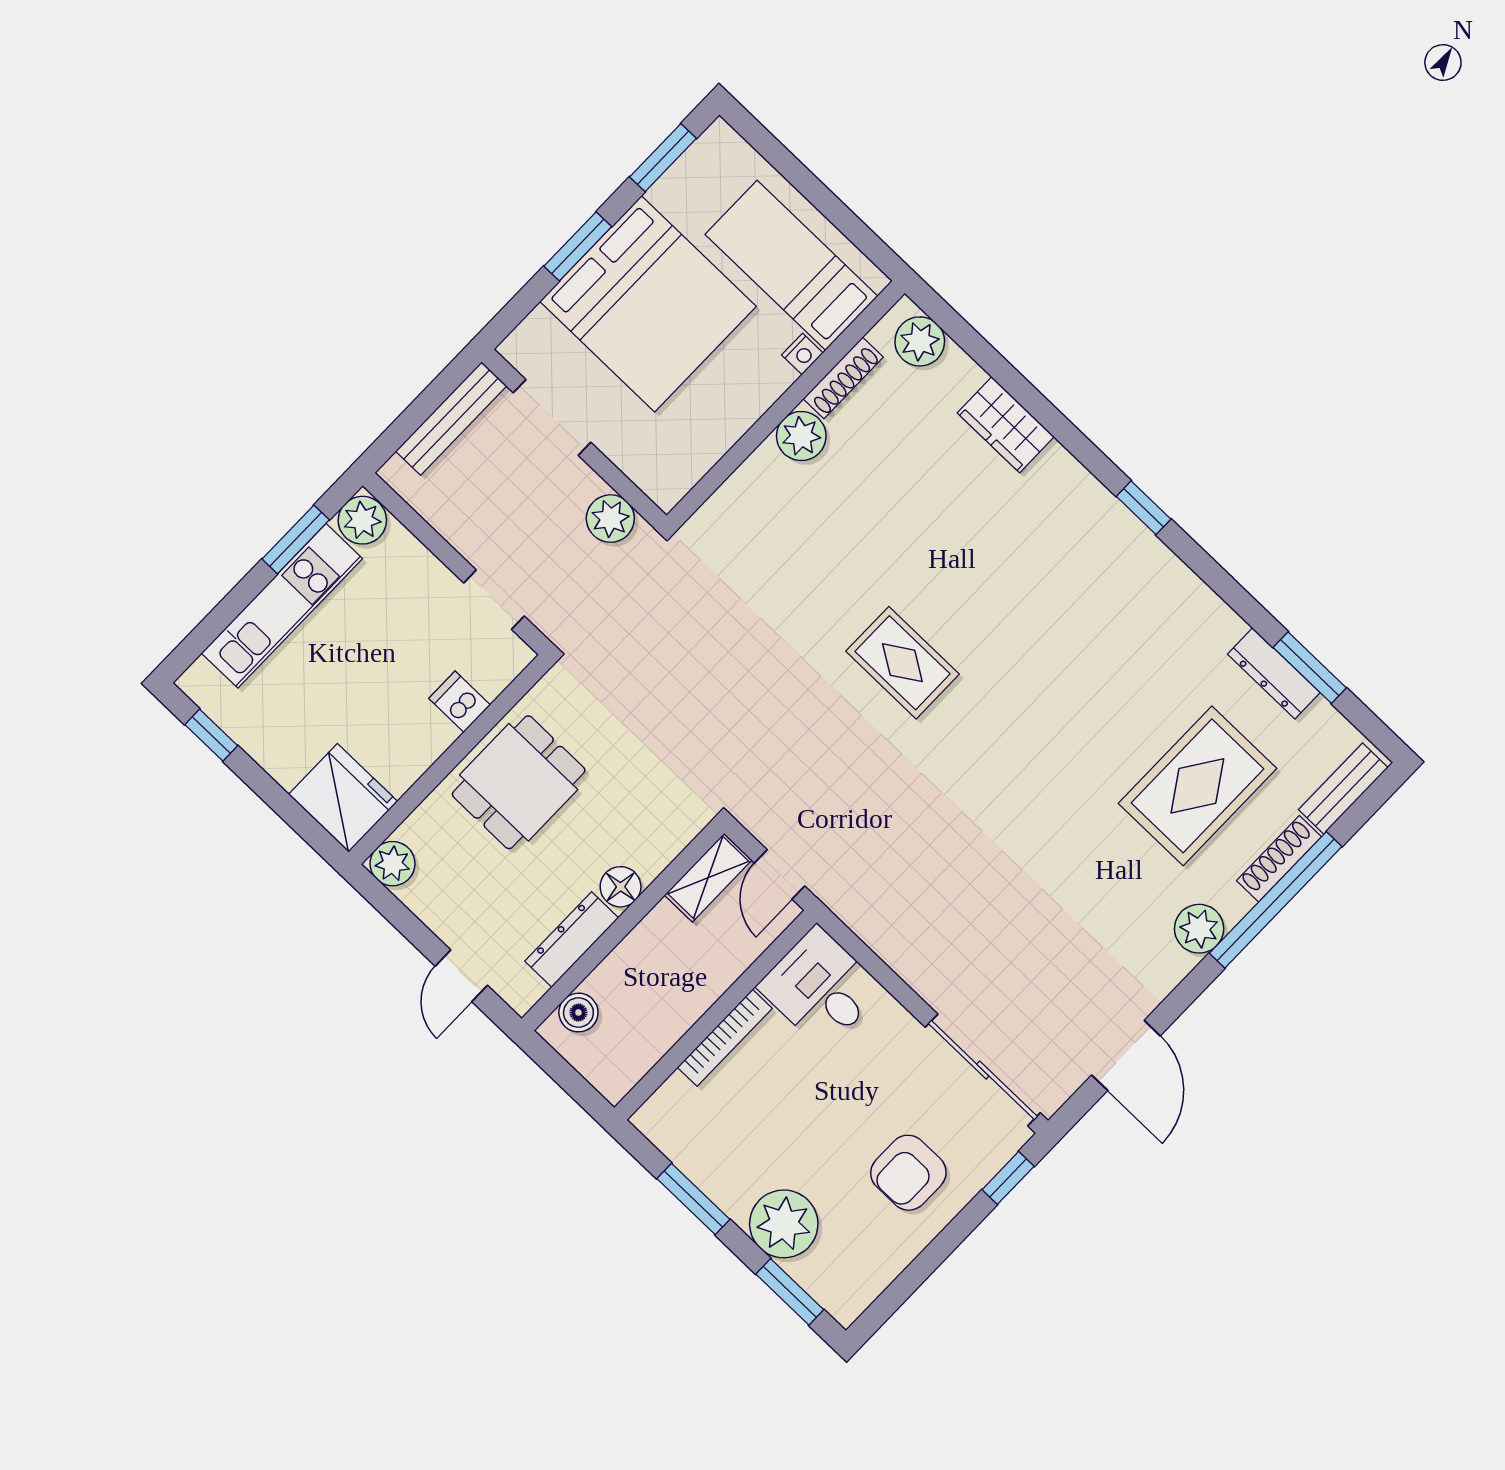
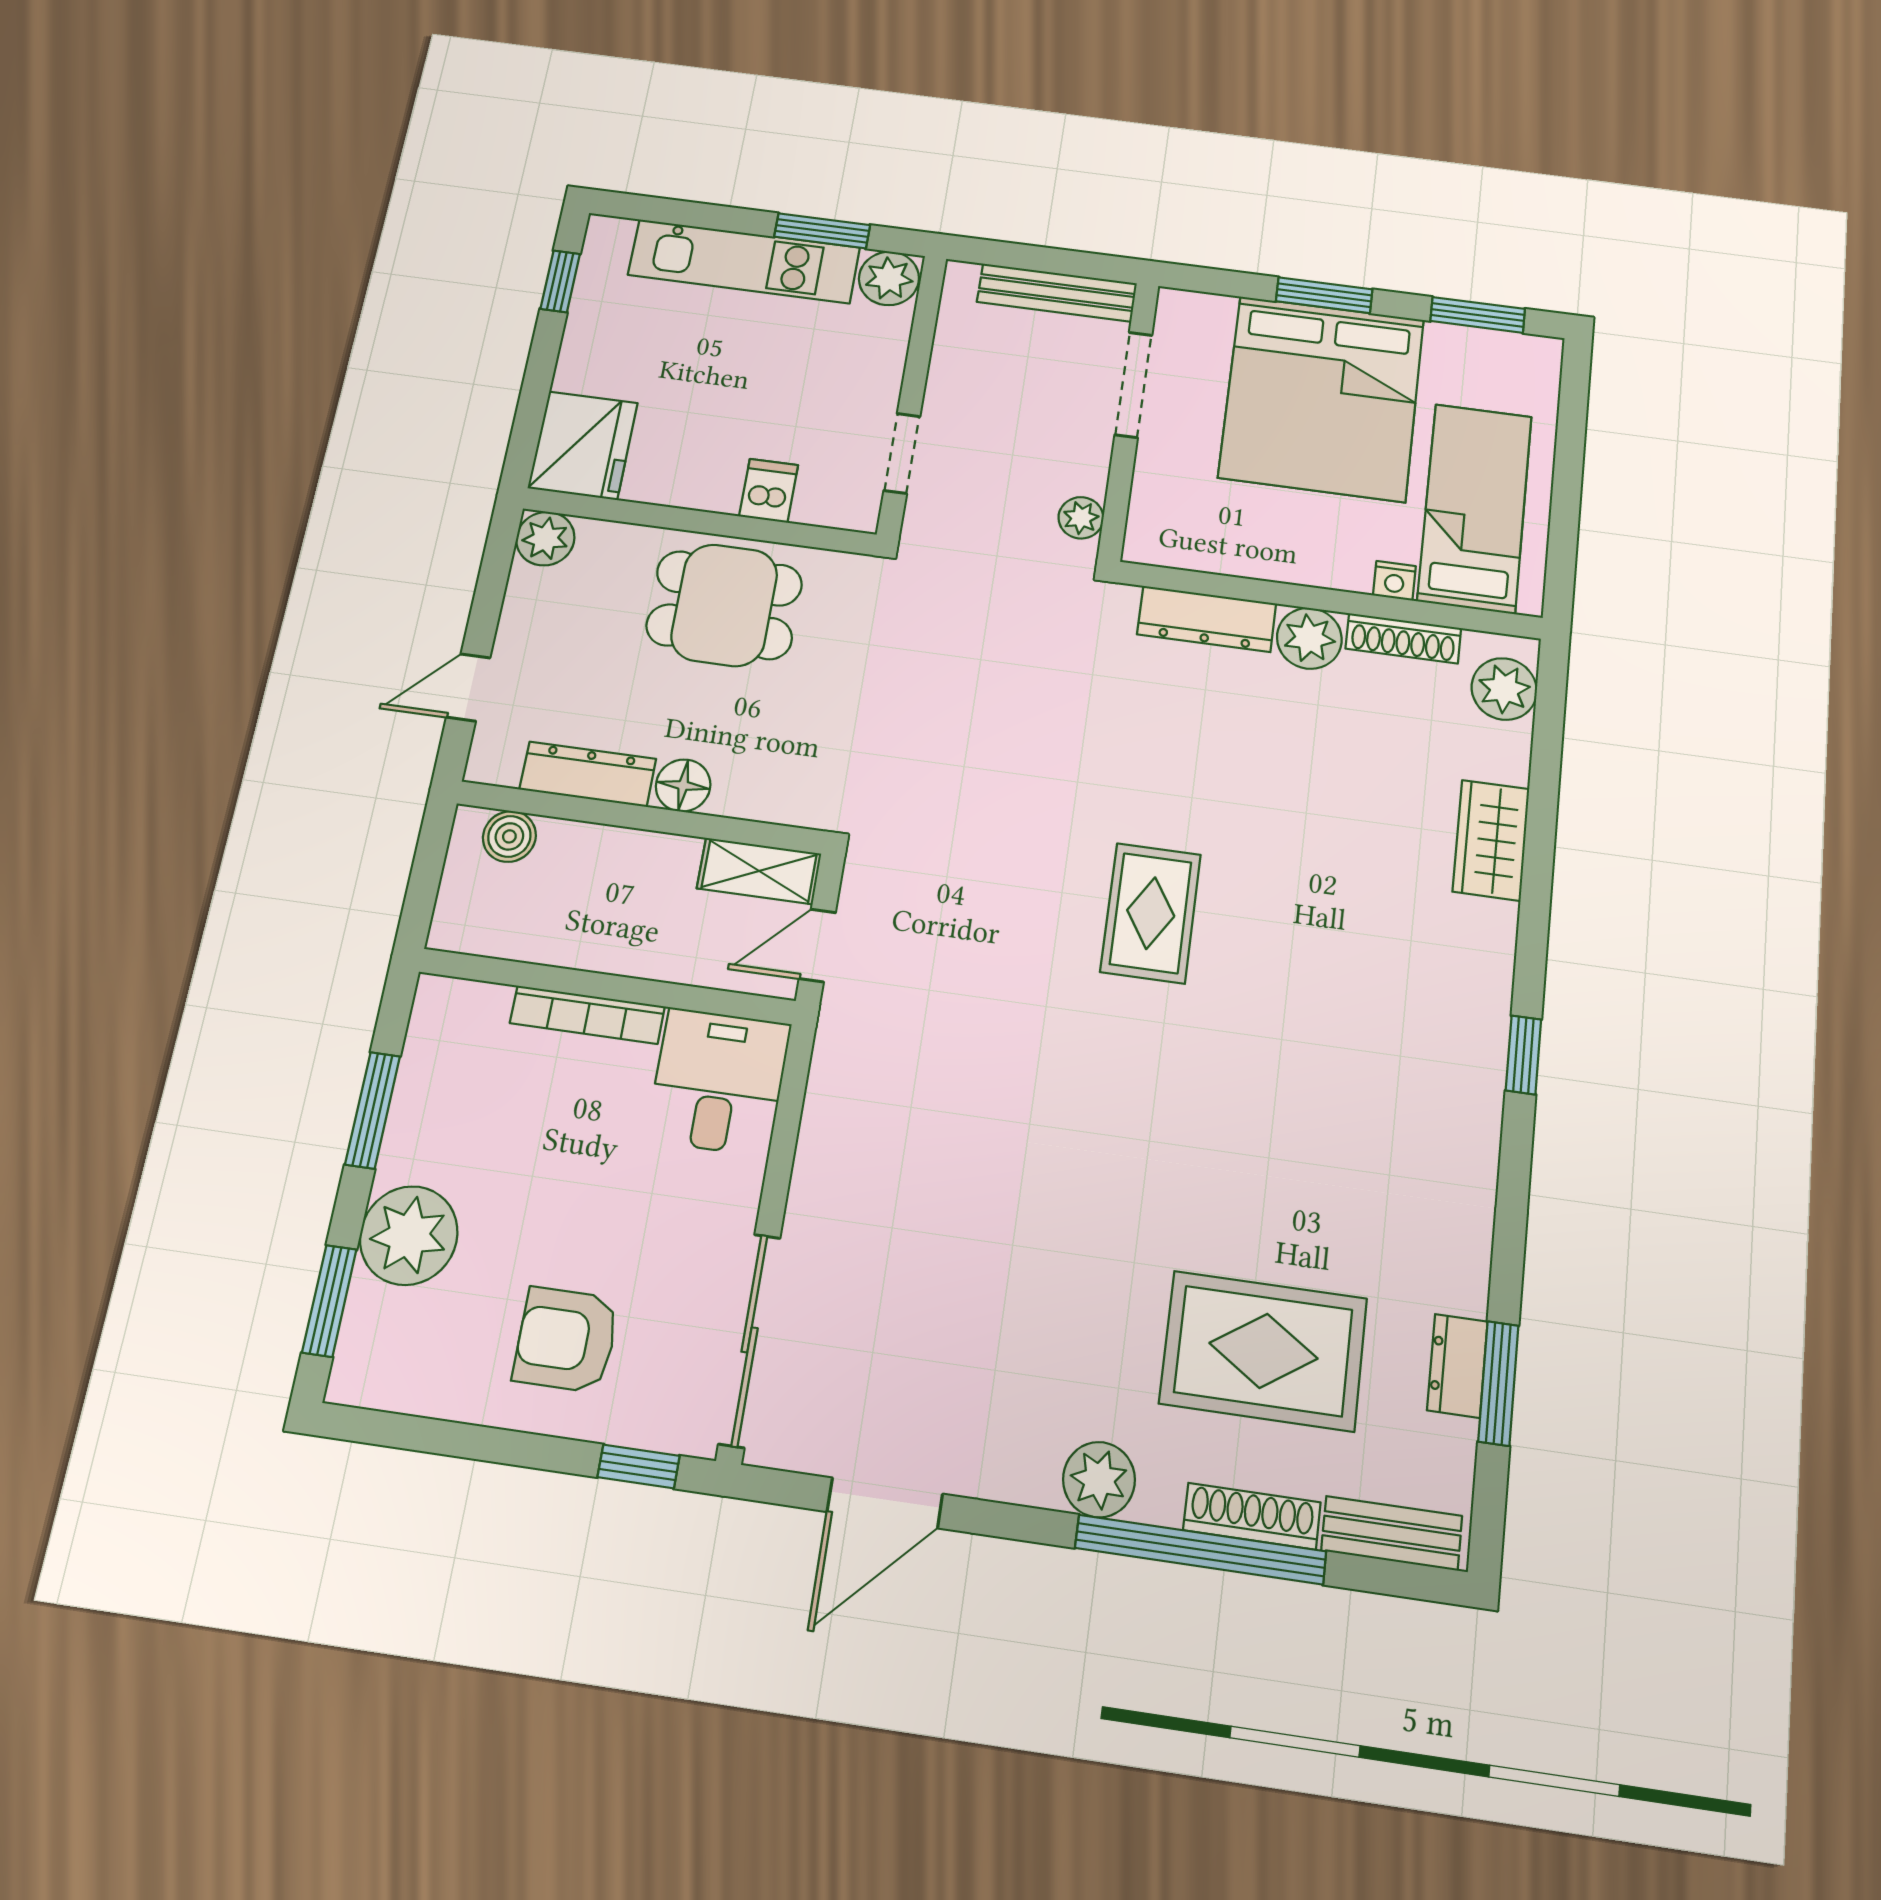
dresser: (743, 490) -> (1207, 619), added
plant: (610, 519) -> (1081, 518), width x0.73, depth x0.73
dresser: (1274, 673) -> (1457, 1366), width x0.70

